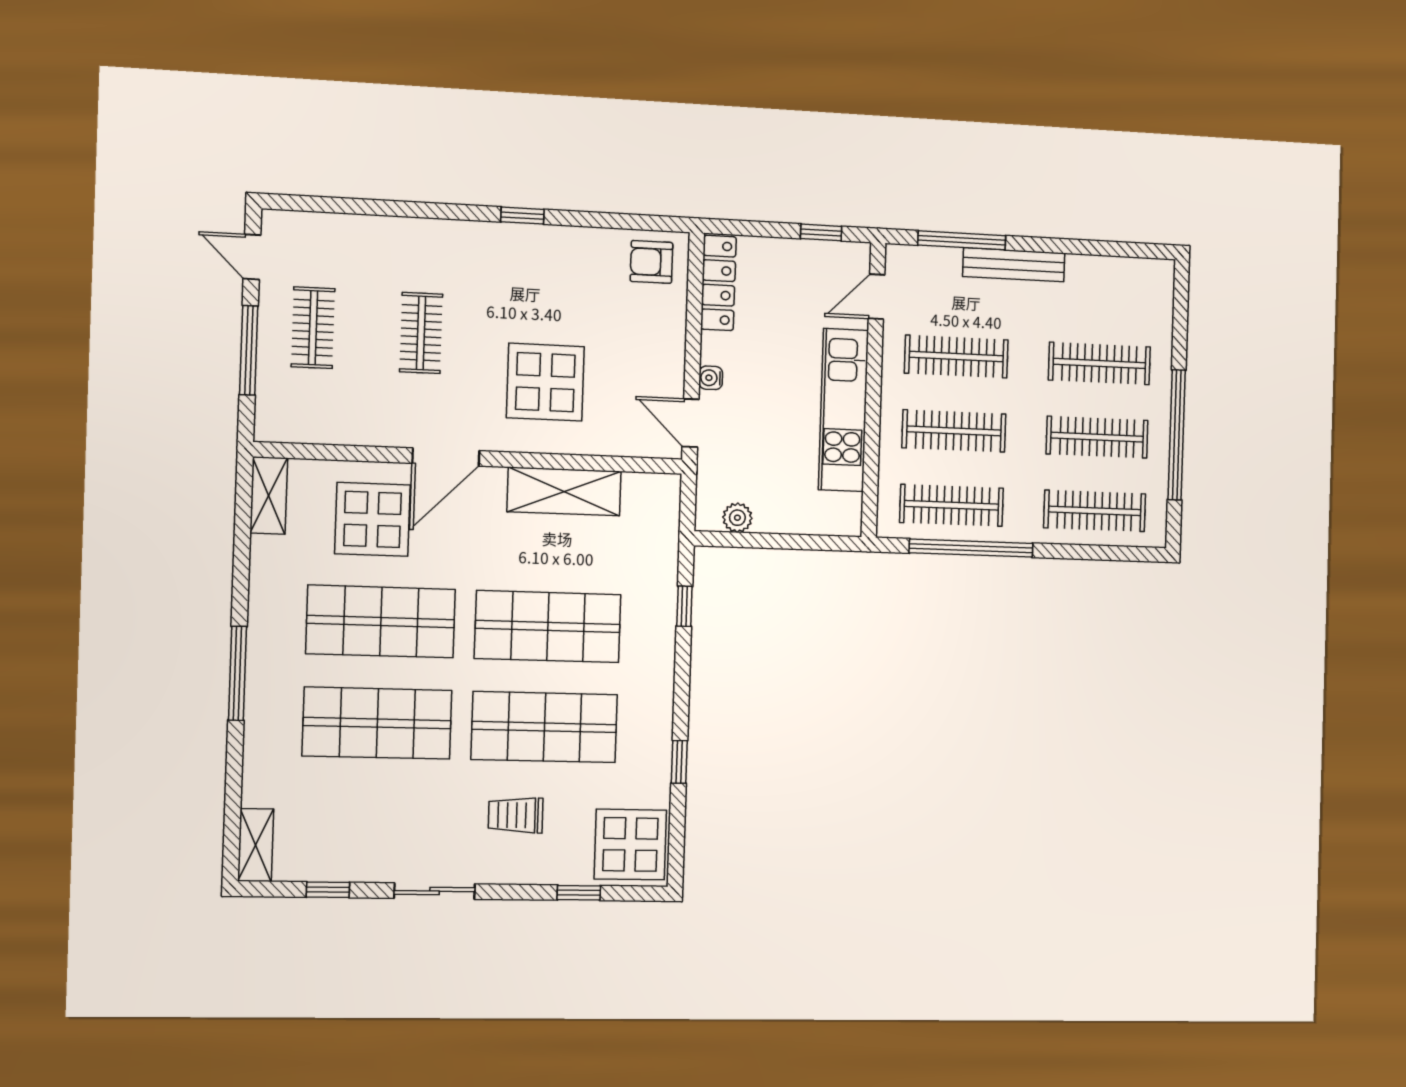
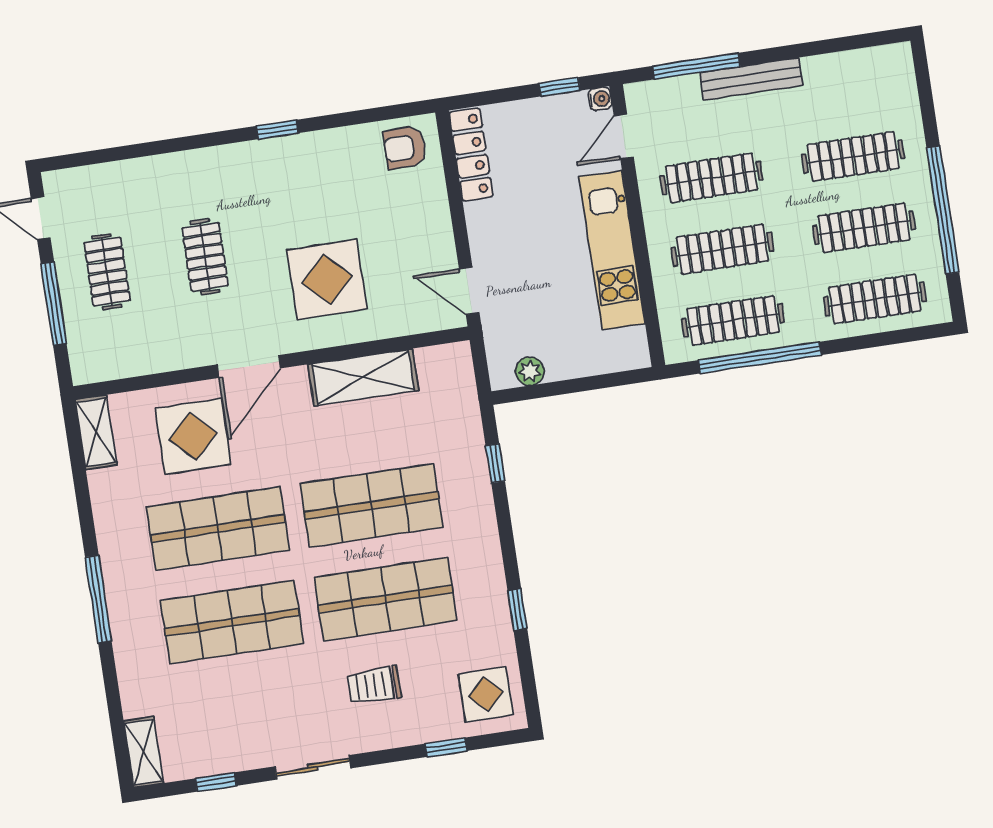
water cooler: (711, 378) -> (600, 99), moved, turned 180
display table: (630, 844) -> (486, 694), width x0.73, depth x0.73

